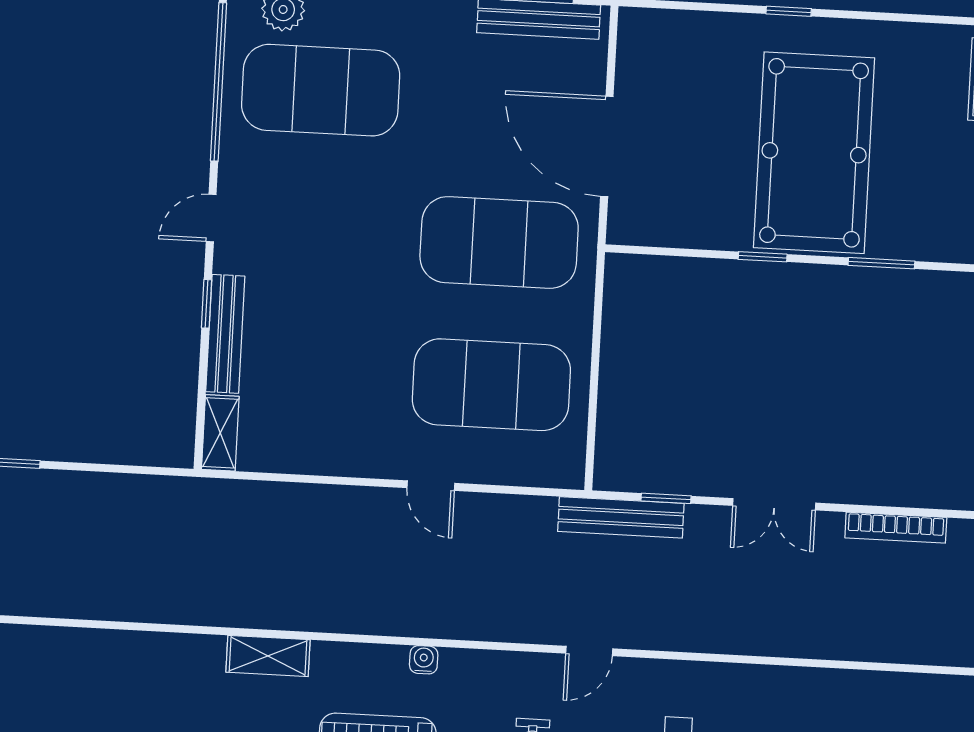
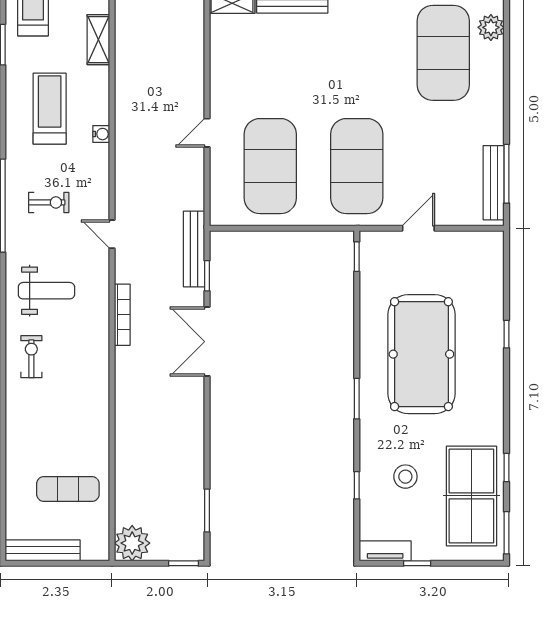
door: (607, 146) -> (418, 228), width x0.53
pool table: (814, 153) -> (421, 354), turned 90
window: (763, 257) -> (357, 257), moved
double door: (774, 504) -> (207, 342), width x1.37
bookcase: (896, 528) -> (122, 315), moved, turned 180

